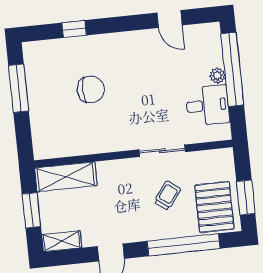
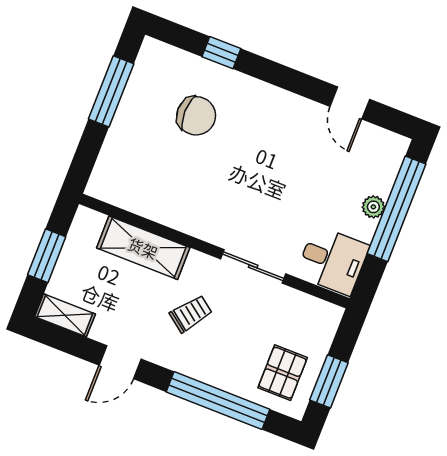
chair: (91, 89) -> (196, 116), moved
desk: (208, 105) -> (332, 260), moved
shelving: (66, 177) -> (143, 248), moved
trolley: (167, 196) -> (191, 314), moved
pallet: (214, 207) -> (283, 373), width x0.67, depth x0.71

